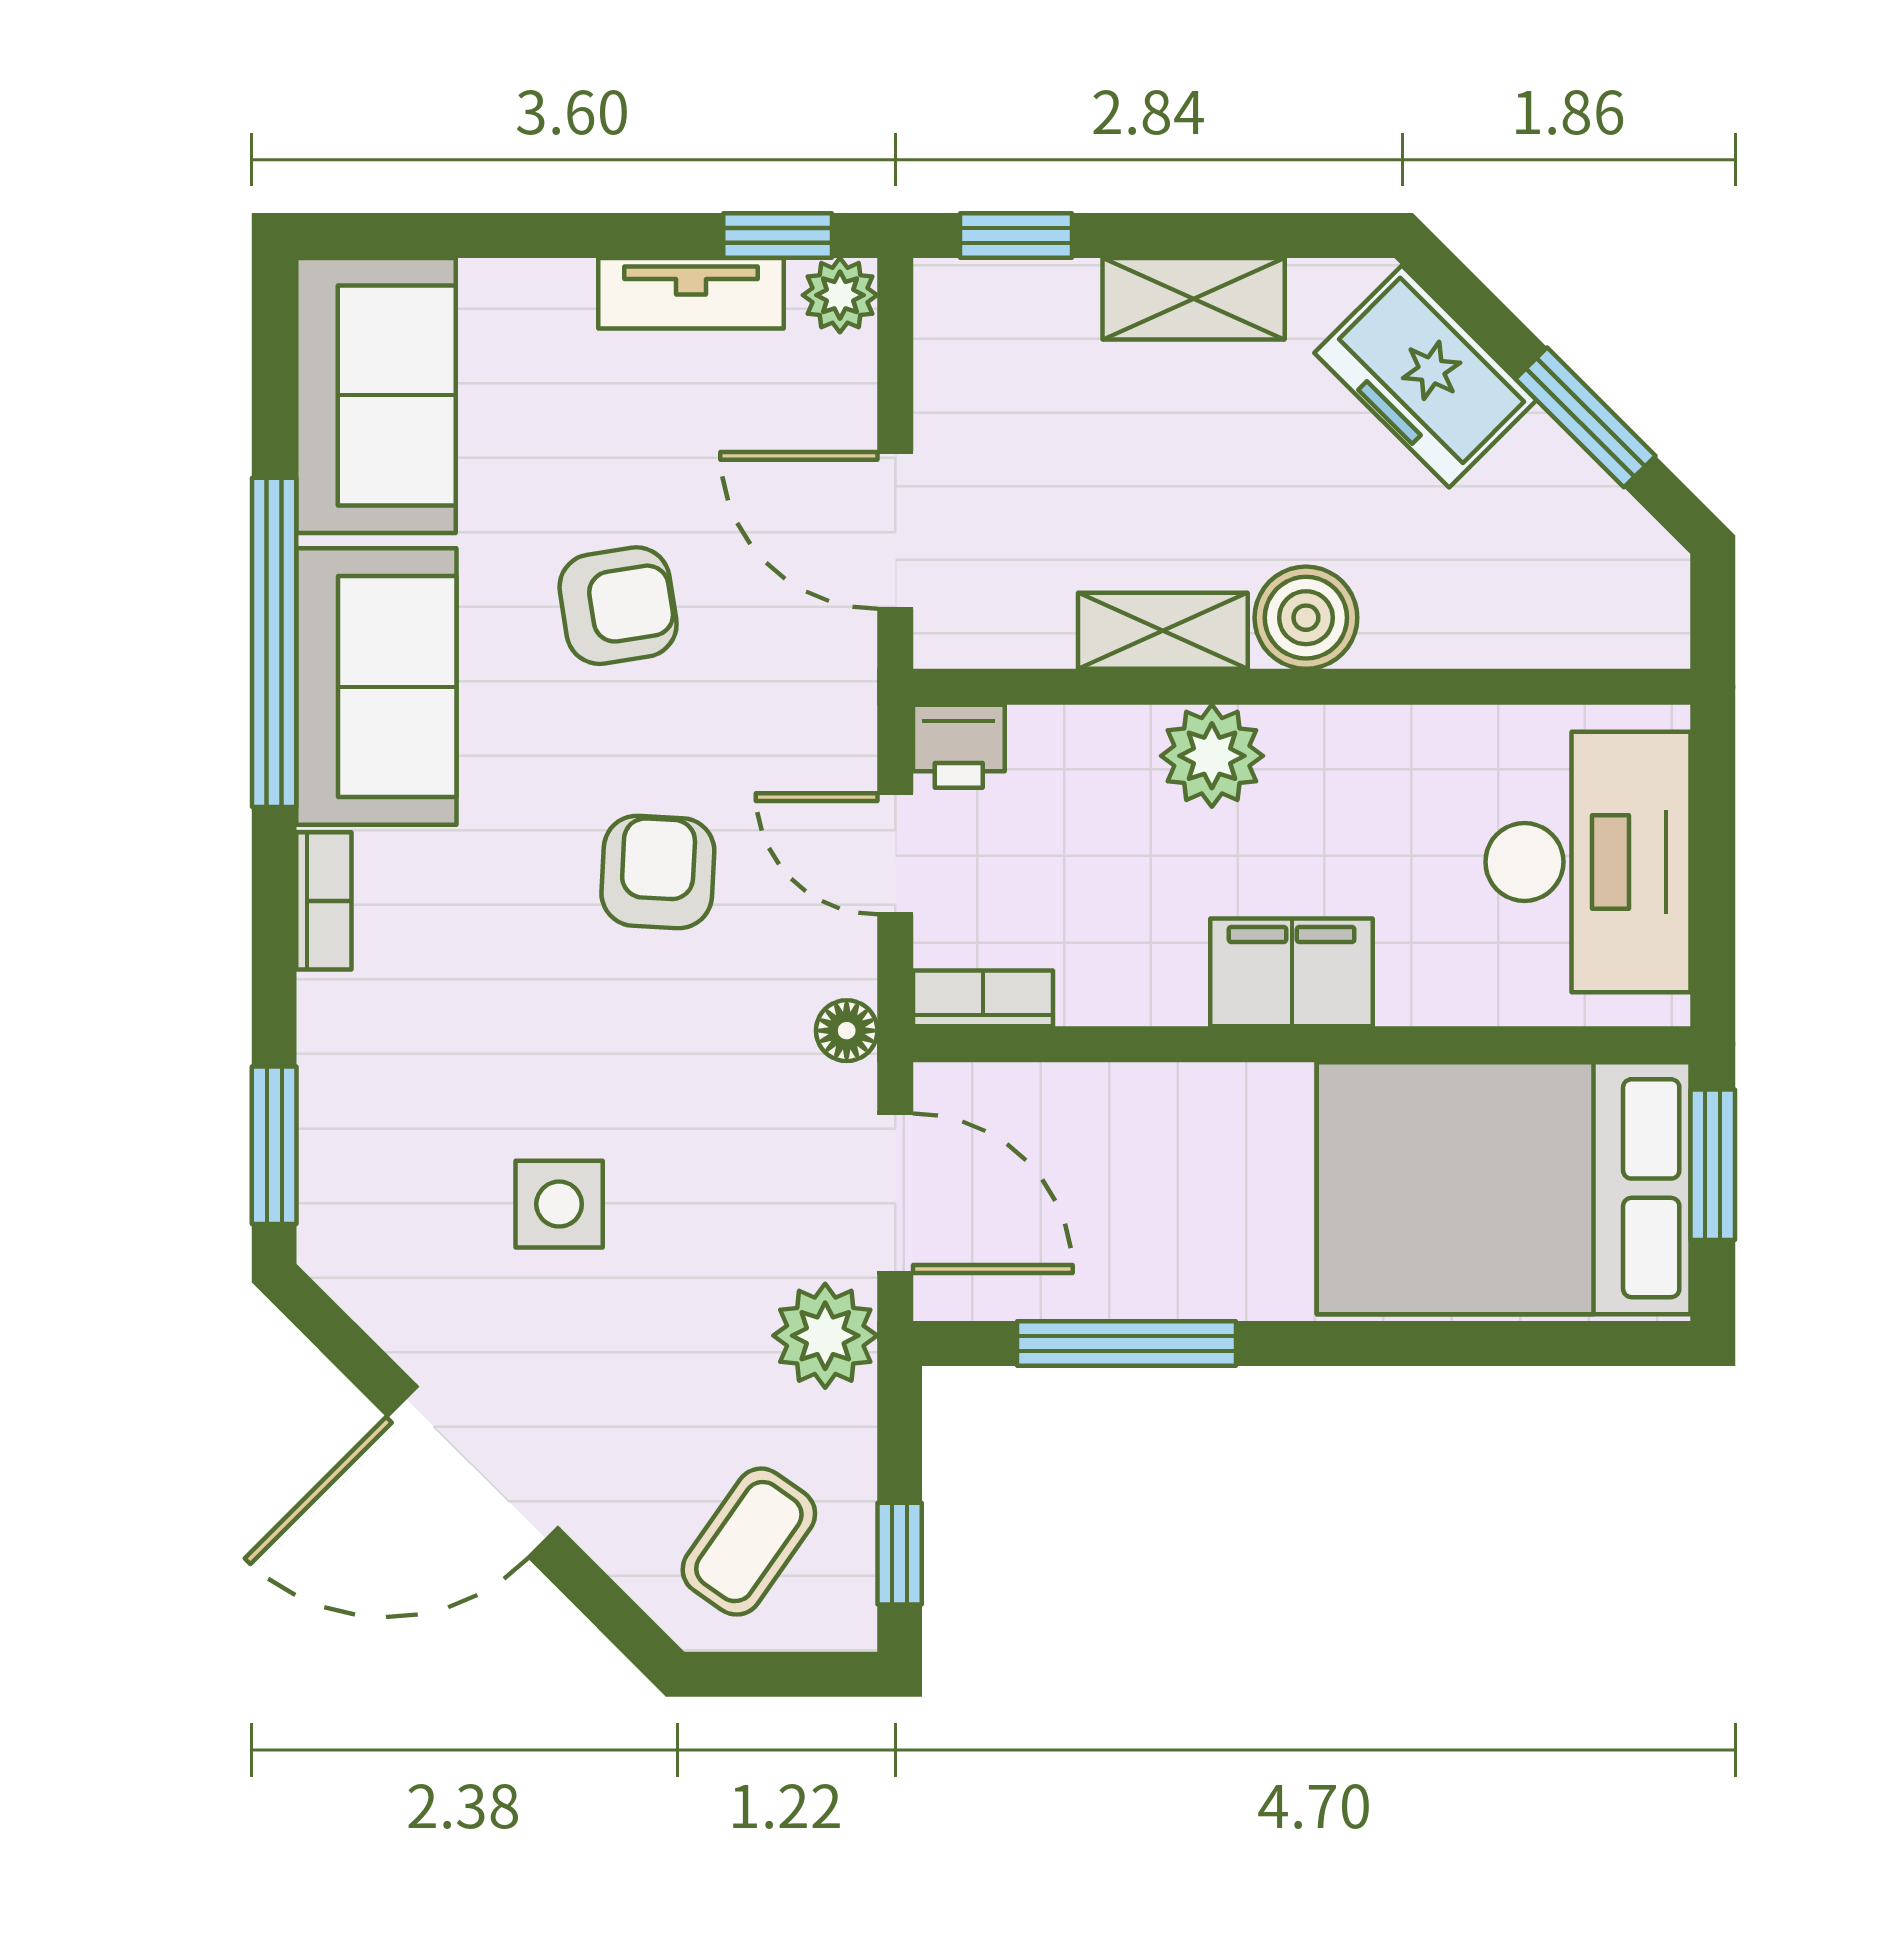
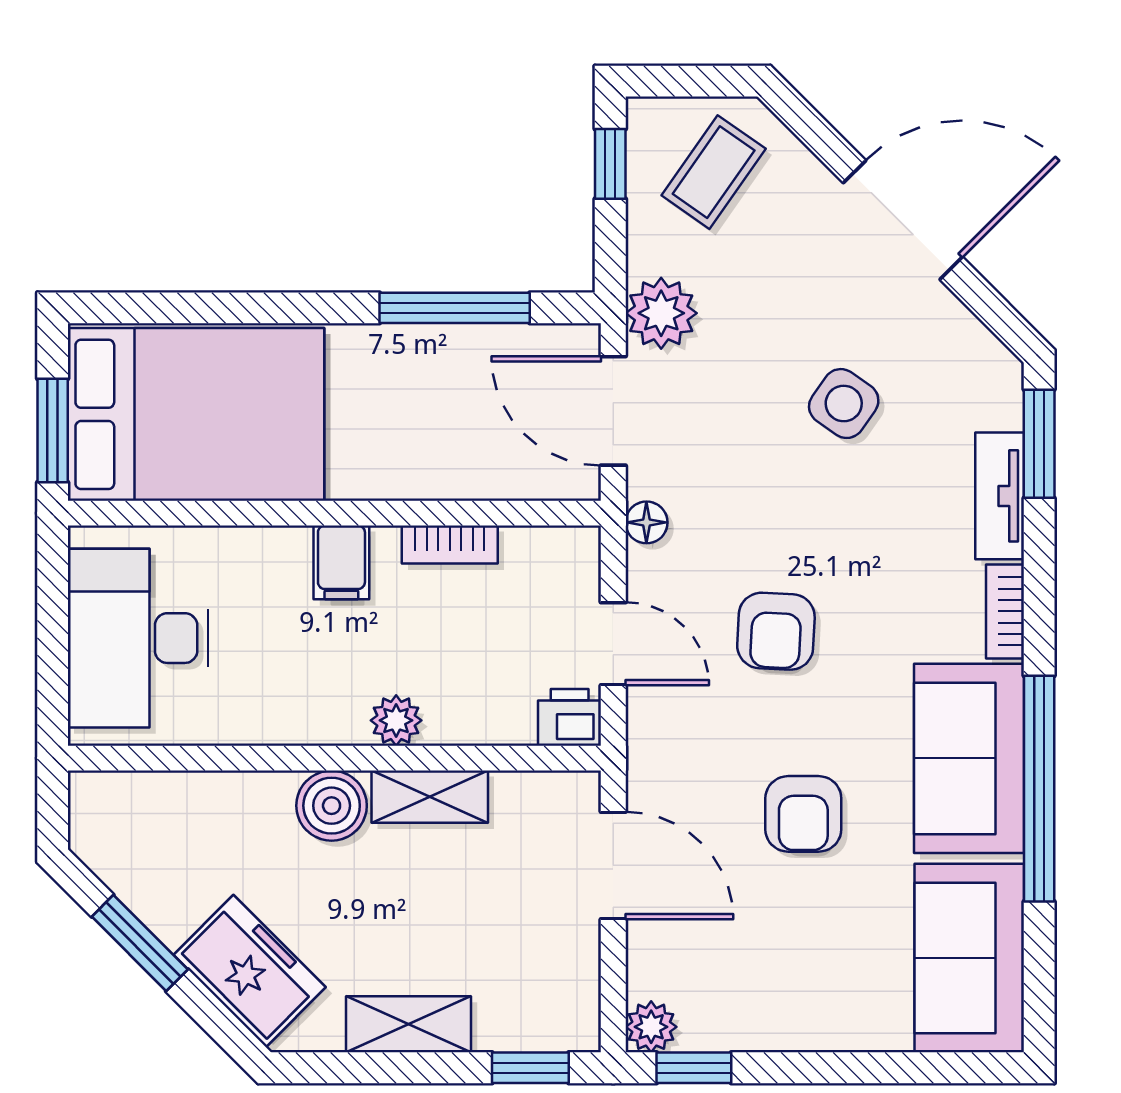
tv unit: (691, 293) -> (1000, 496), moved, turned -90
armchair: (618, 606) -> (803, 814), turned -81
plant: (1212, 756) -> (396, 720), width x0.73, depth x0.73
filing cabinet: (1292, 972) -> (341, 562), width x0.50
bookcase: (983, 998) -> (450, 545), moved
side table: (559, 1204) -> (844, 404), turned 35

